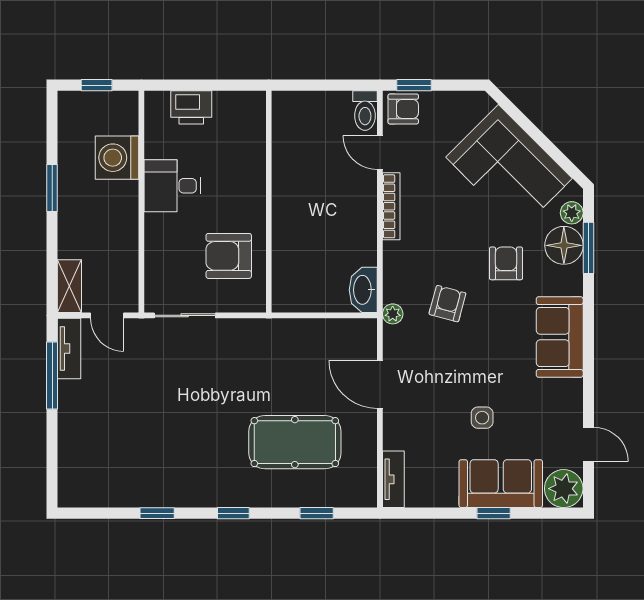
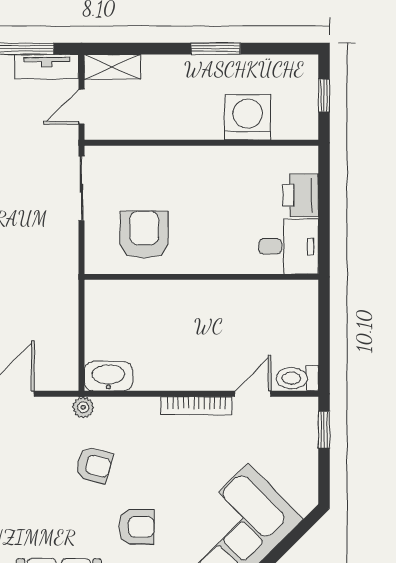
armchair: (403, 109) -> (299, 418), removed
desk: (172, 186) -> (289, 246), moved, turned 90

